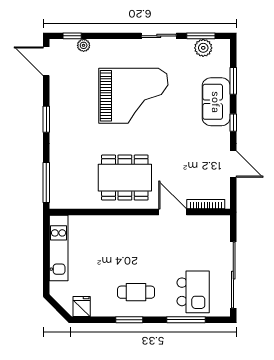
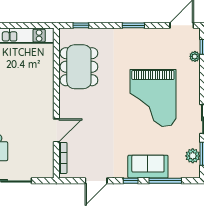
window: (233, 81) -> (165, 181), width x1.44
dining table: (125, 178) -> (79, 67), moved
window: (46, 183) -> (81, 25), width x0.46

